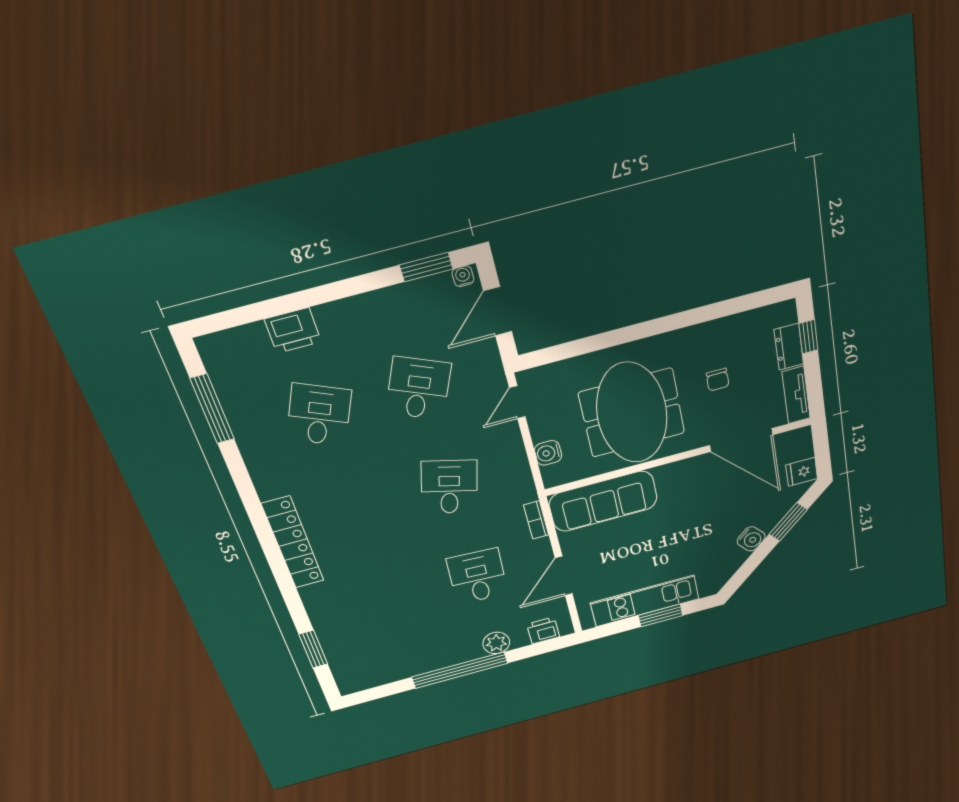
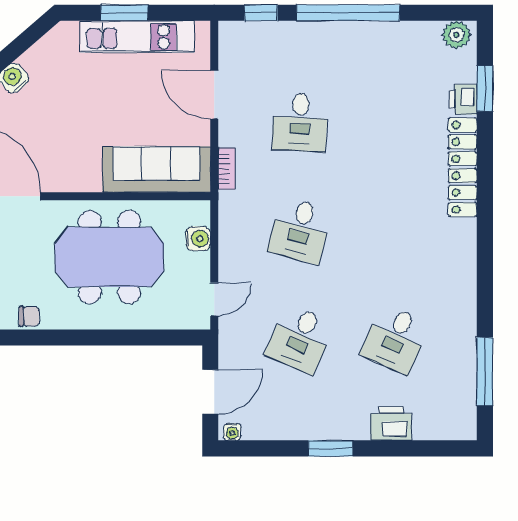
window: (426, 267) -> (330, 448), moved
chair: (718, 380) -> (29, 316), moved, turned 90
meeting table: (632, 413) -> (109, 257), turned 90
locker: (293, 543) -> (463, 167), moved
door: (564, 576) -> (214, 95), swing flipped
printer: (543, 630) -> (463, 99), moved, turned 90
plant: (496, 643) -> (457, 35), moved
window: (538, 649) -> (261, 13), added

